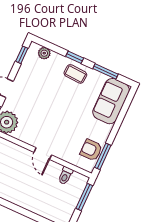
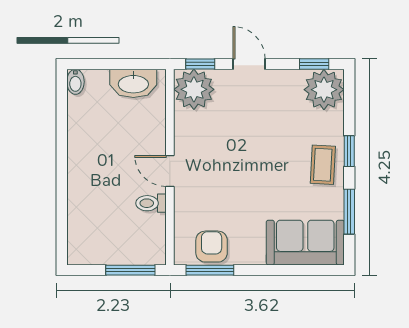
plant: (44, 53) -> (324, 90), width x1.88, depth x1.88
door: (43, 154) -> (170, 171), hinge flipped
toilet: (65, 176) -> (151, 203), moved

